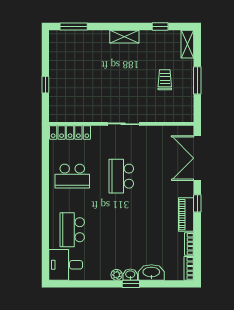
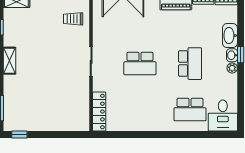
trolley: (165, 80) -> (73, 19), moved
window: (45, 85) -> (19, 135), moved
school desk: (72, 176) -> (190, 64), moved

